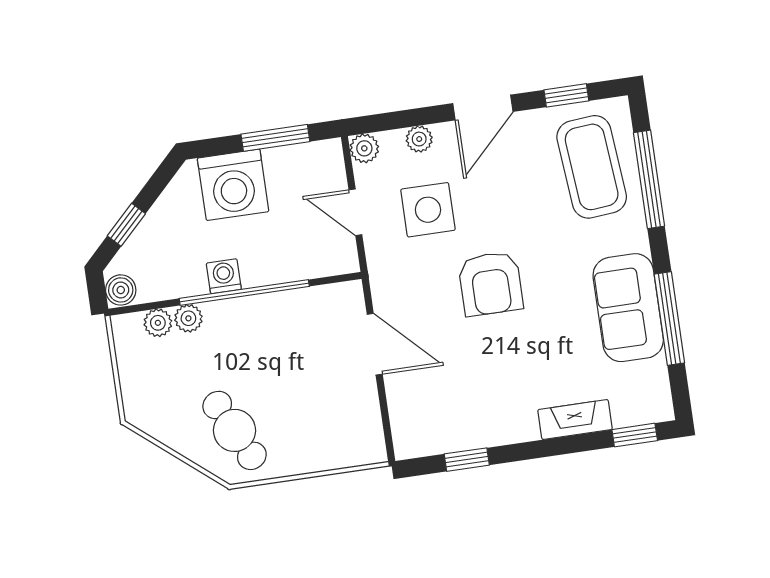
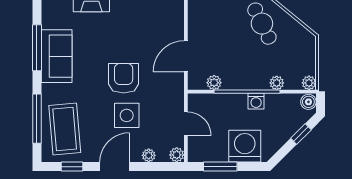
side table: (428, 210) -> (127, 115), moved
plant: (312, 301) -> (214, 83), added
plant: (158, 323) -> (309, 83), moved
door: (375, 344) -> (186, 56), hinge flipped

